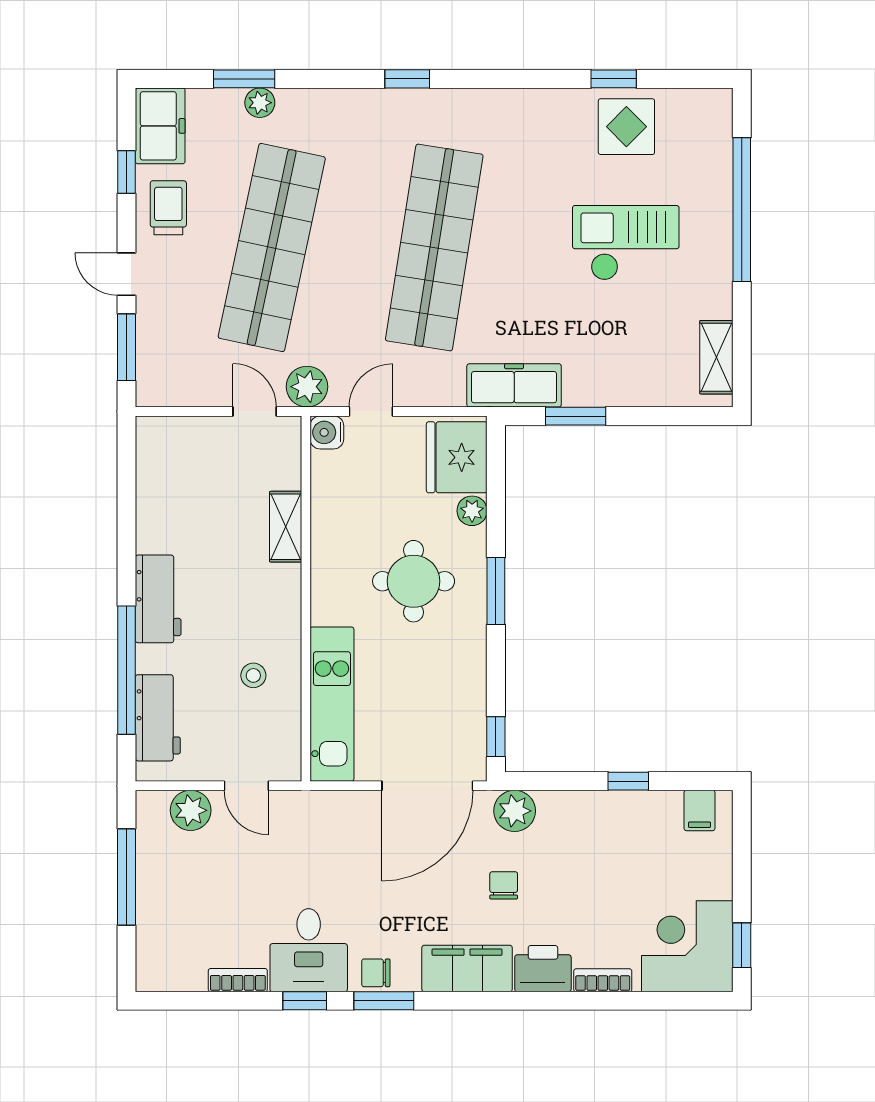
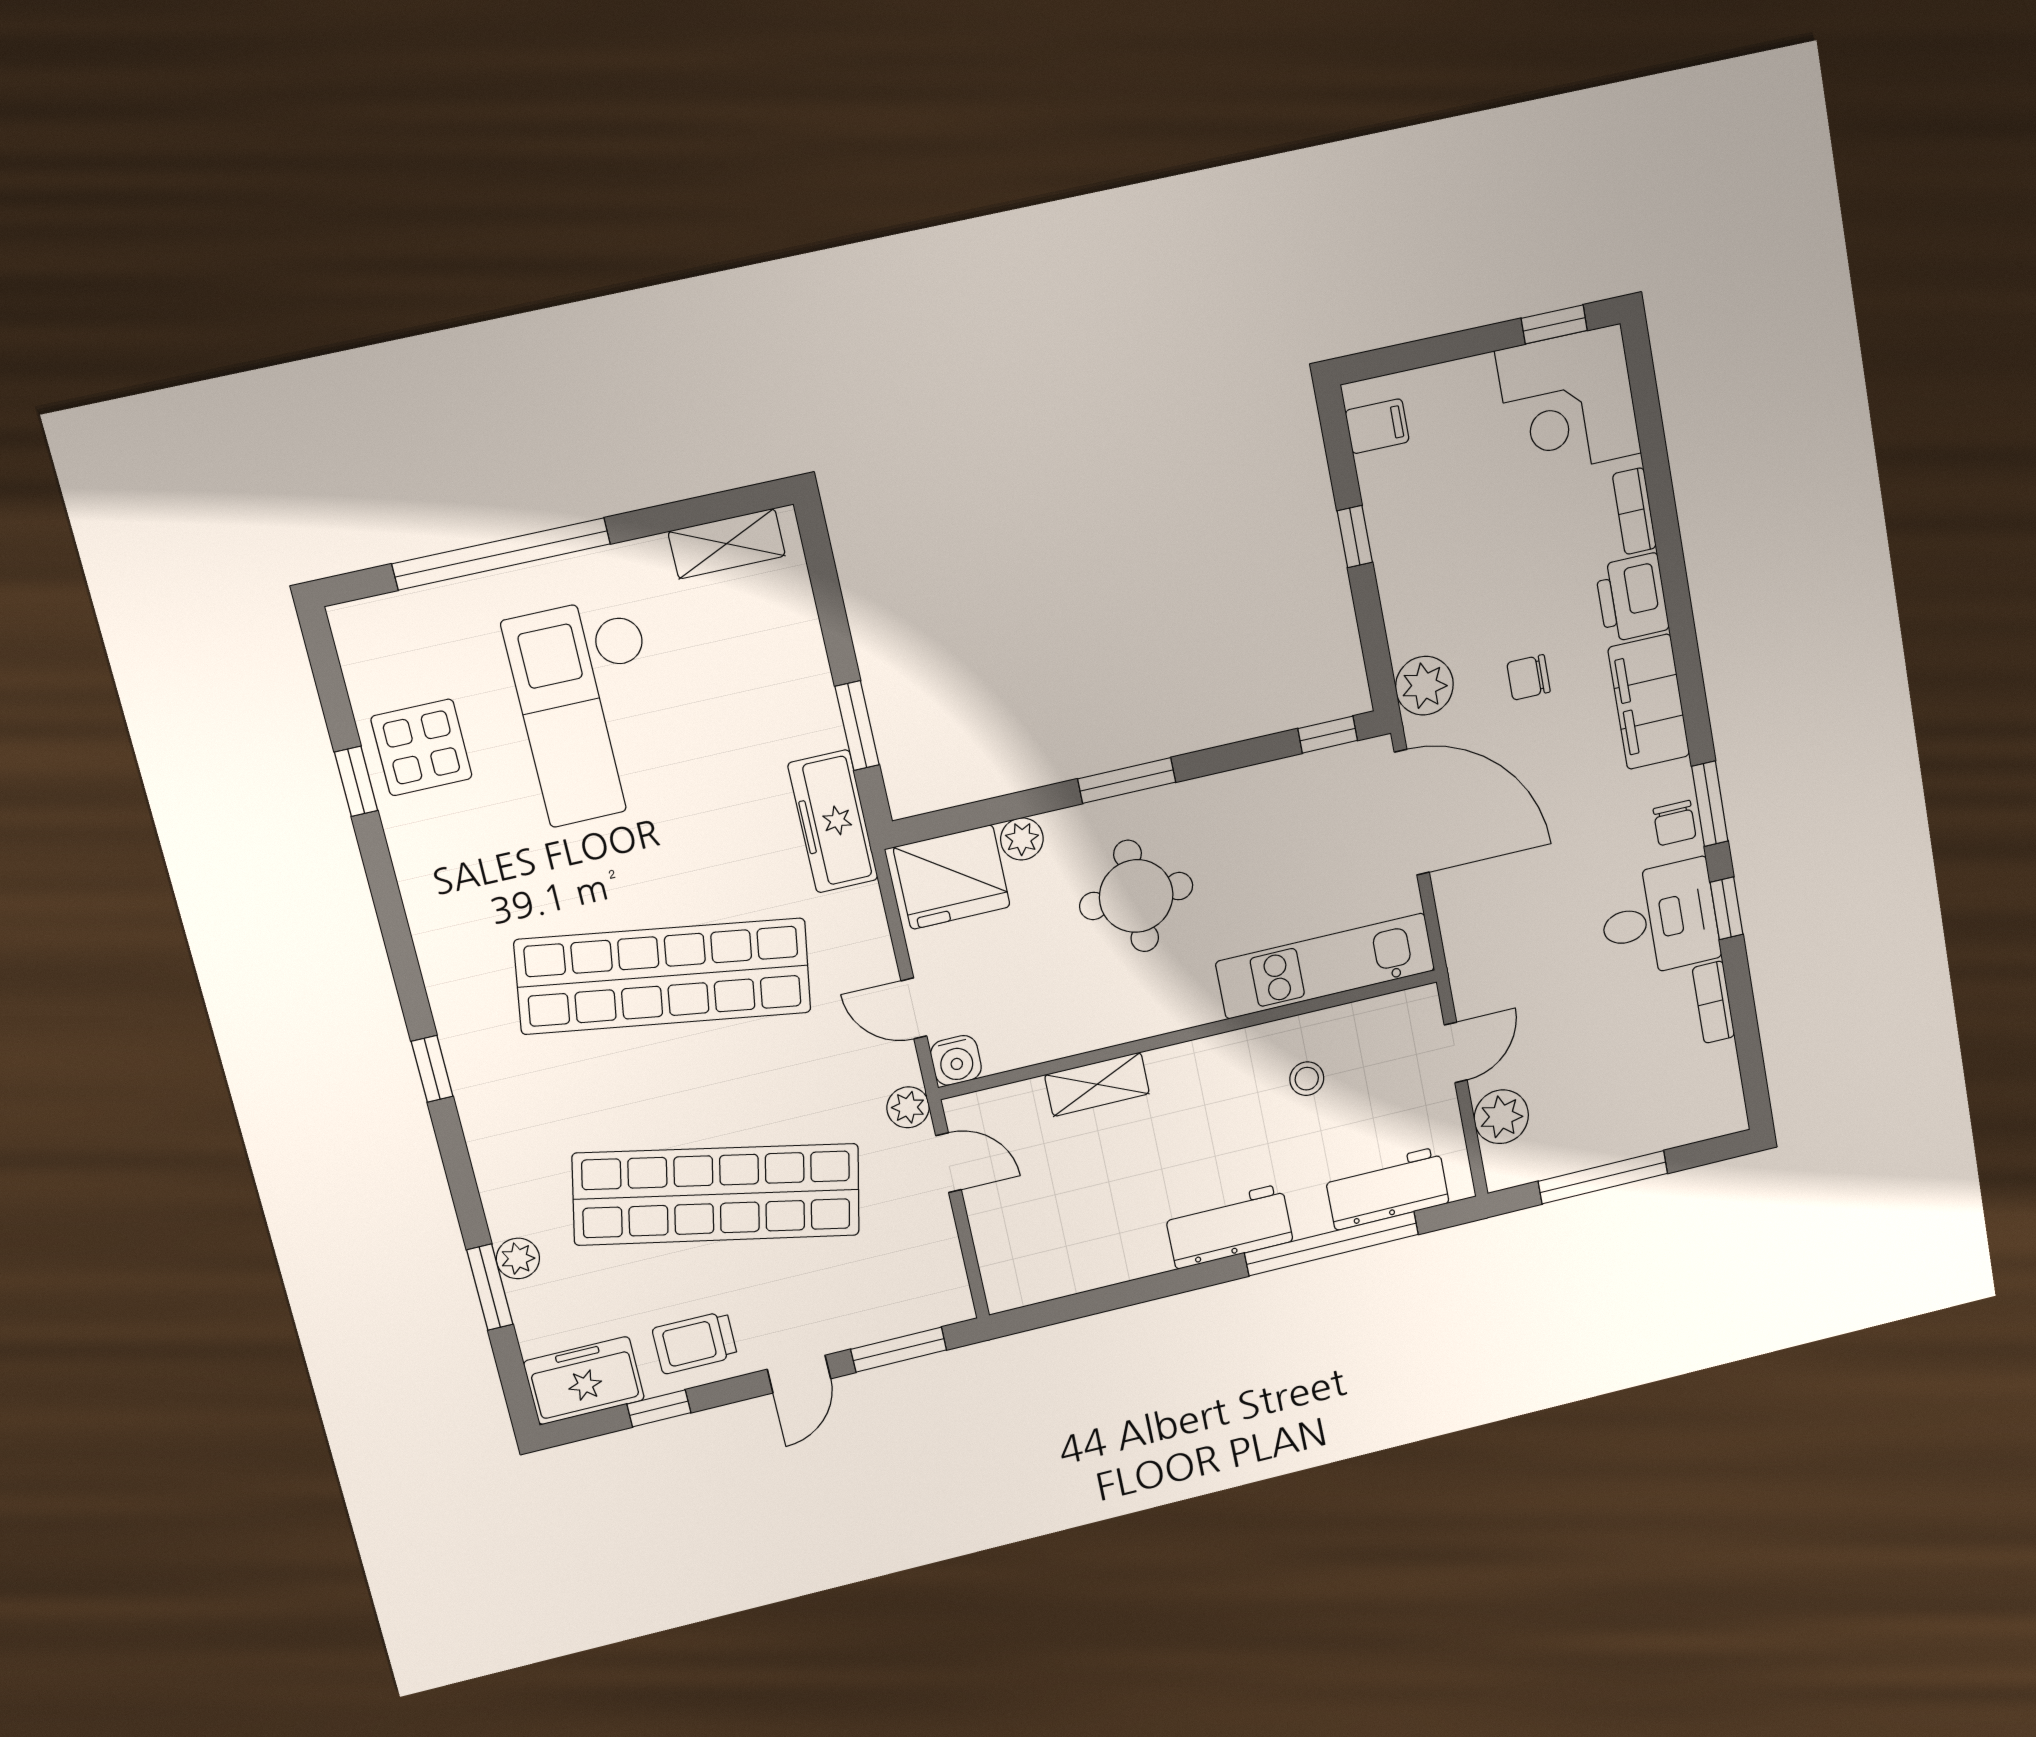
checkout: (626, 243) -> (591, 711), width x1.36, depth x1.21
plant: (307, 387) -> (908, 1107), width x0.73, depth x0.73
door: (255, 411) -> (949, 1163), swing flipped

